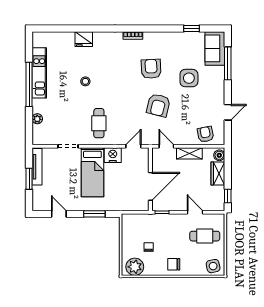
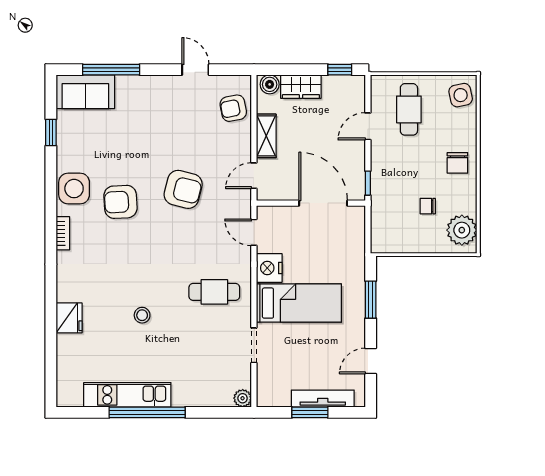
side table: (189, 78) -> (74, 189), moved
plant: (37, 119) -> (243, 398), moved
tv unit: (37, 167) -> (323, 399), moved

